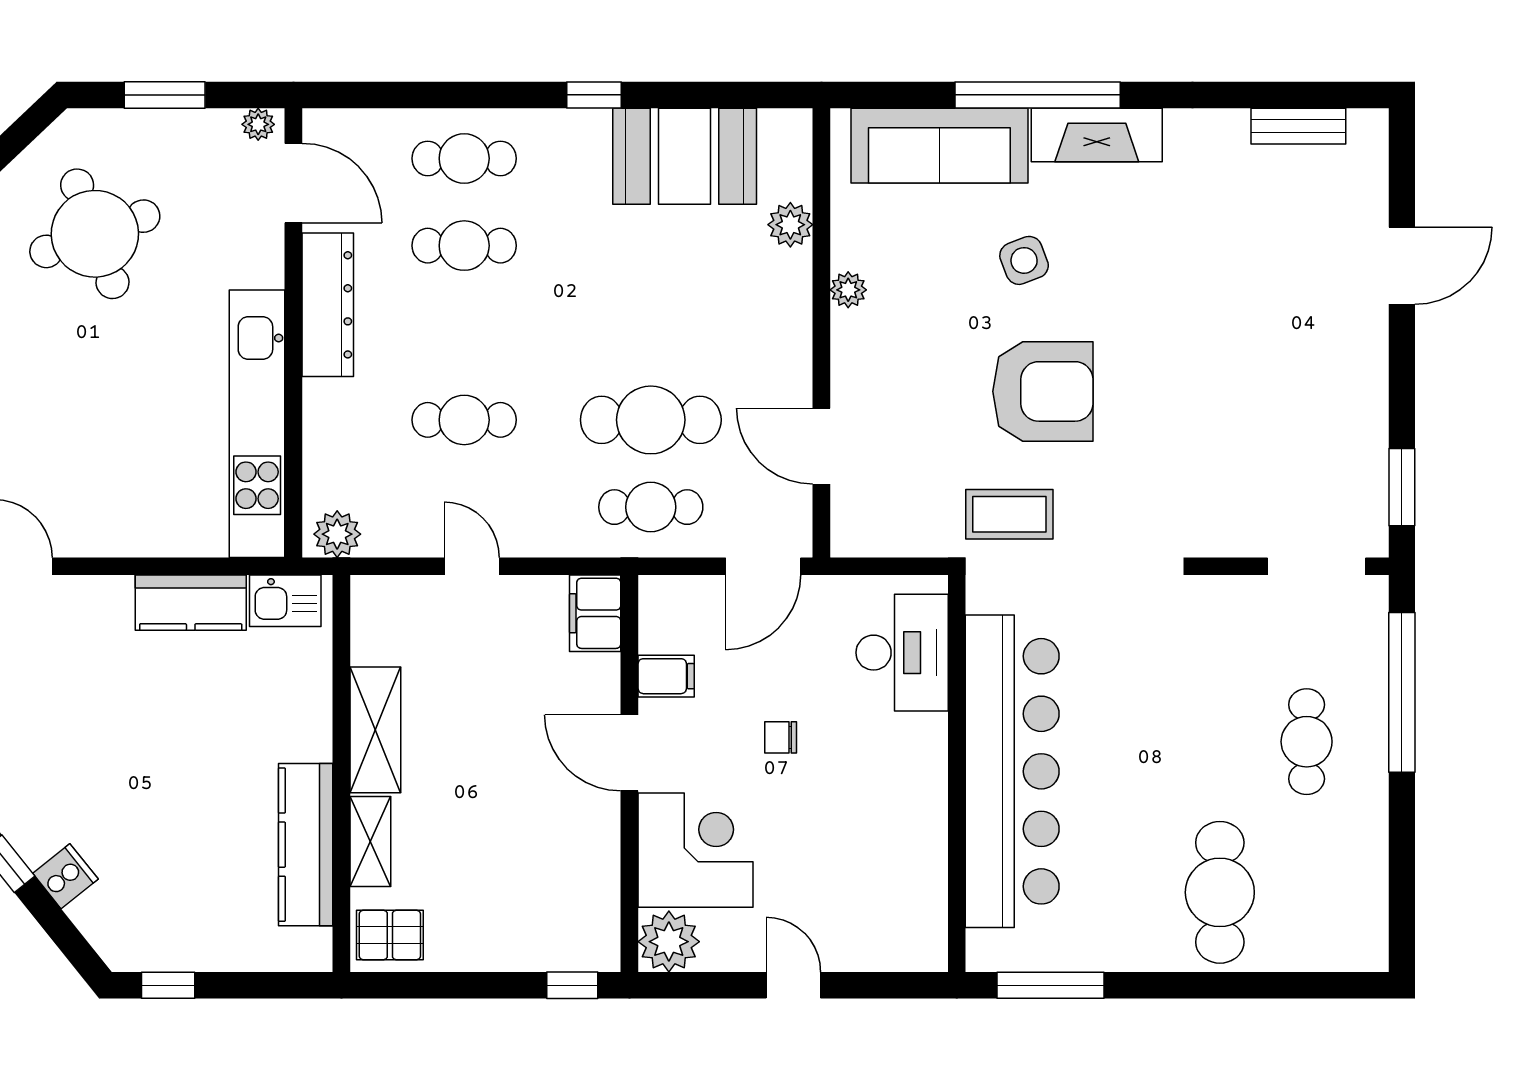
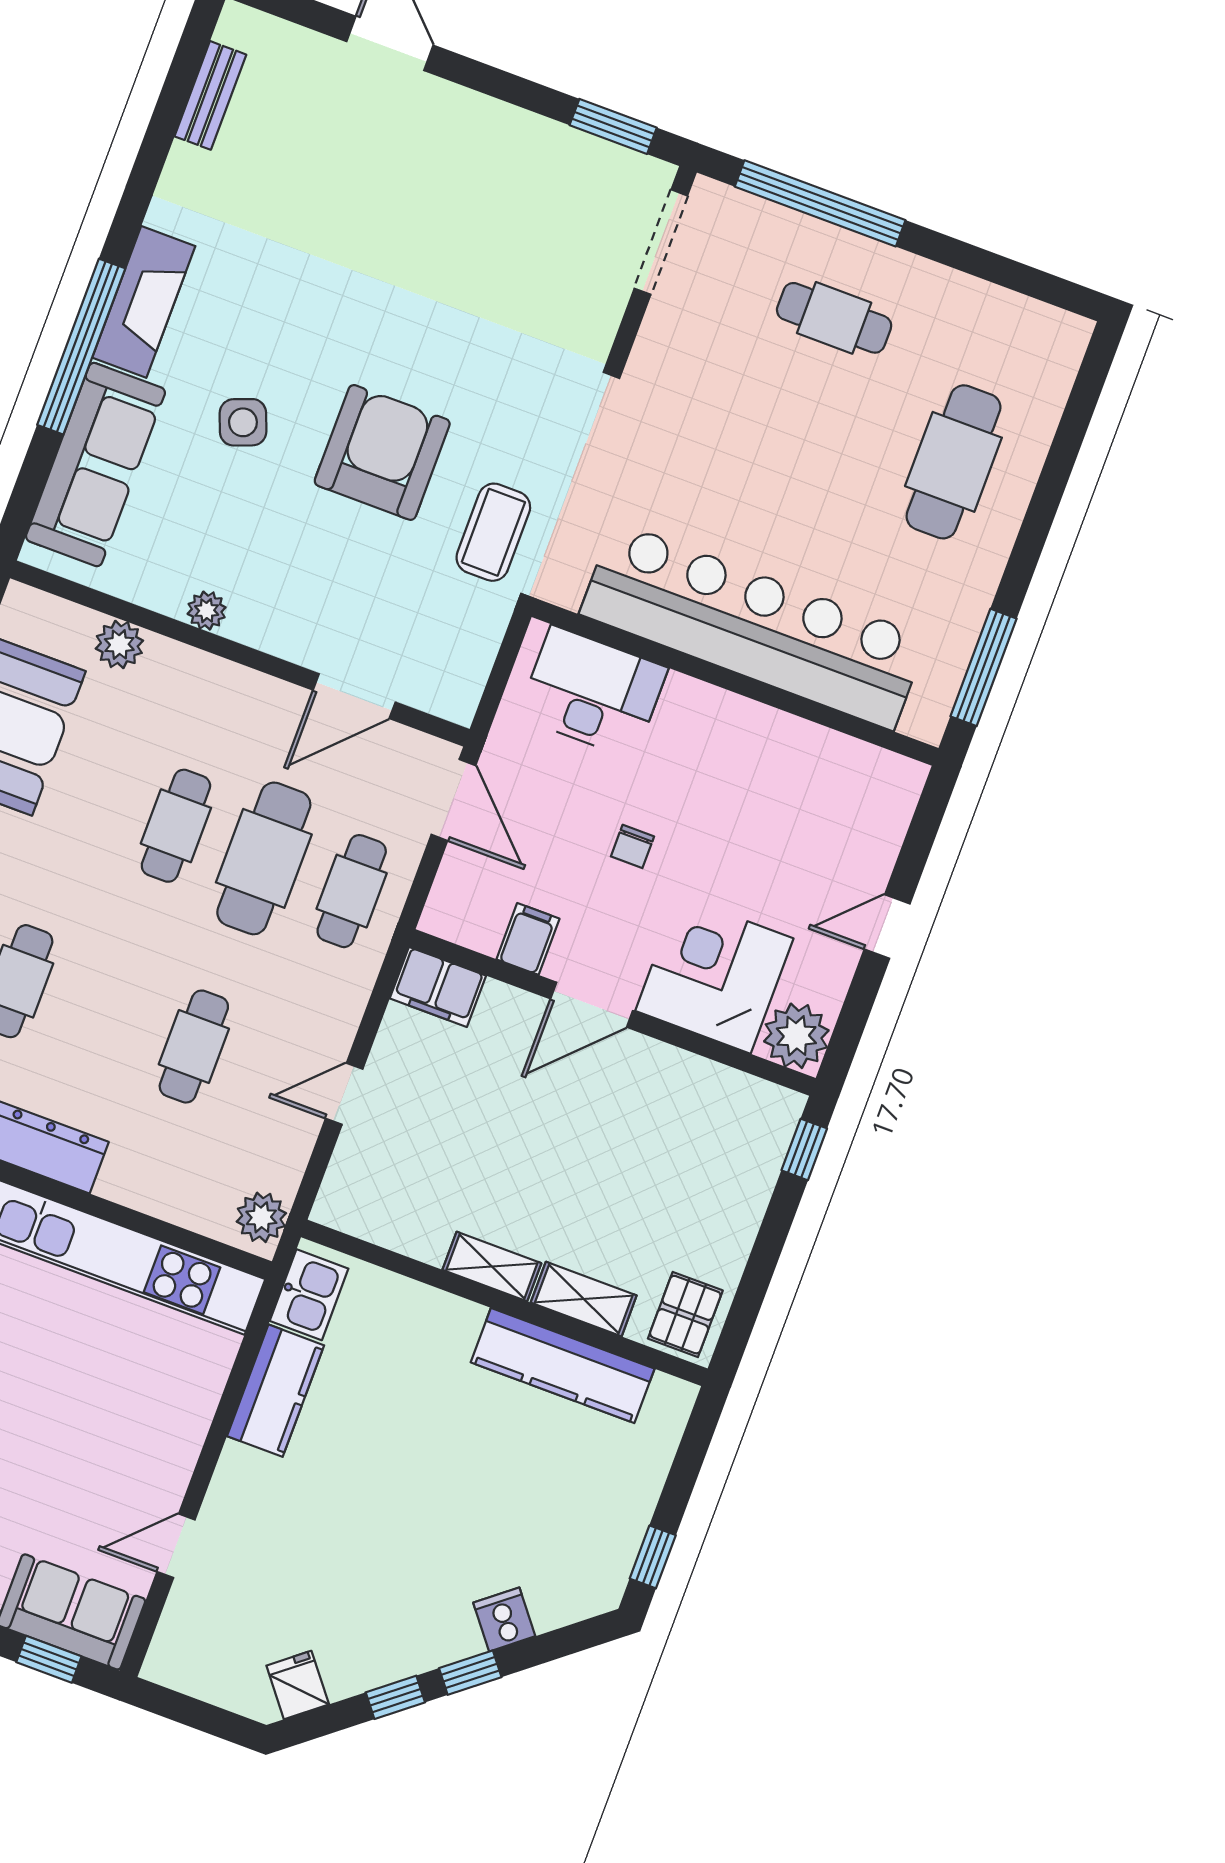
cafe table: (651, 333) -> (176, 826), added
shelving: (375, 730) -> (492, 1266), width x0.67, depth x0.75
cafe table: (1220, 892) -> (953, 462), turned 90

